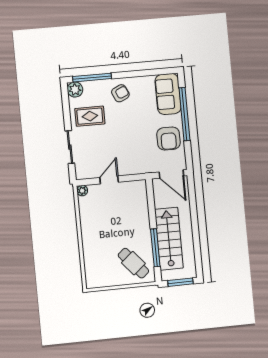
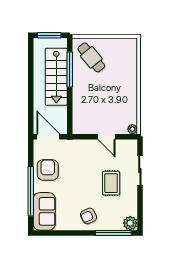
rug: (90, 116) -> (111, 183), moved, turned 90
door: (109, 180) -> (106, 137), hinge flipped

